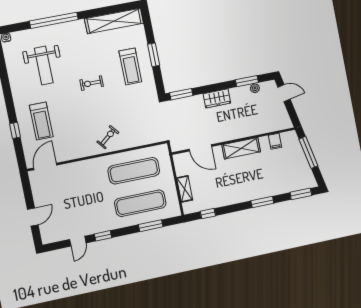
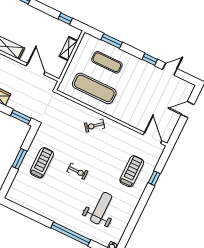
shelving: (114, 21) -> (29, 203), removed
door: (45, 166) -> (153, 138), swing flipped
exercise mat: (140, 203) -> (107, 62), width x0.73, depth x0.69

